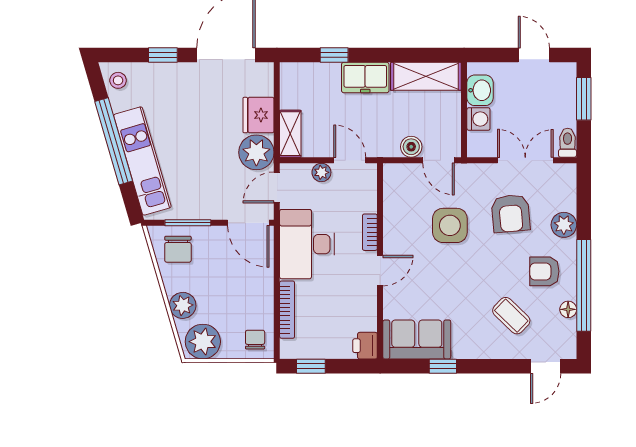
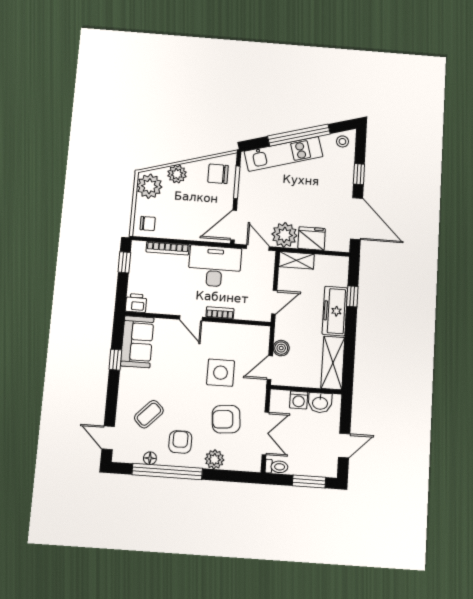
freezer: (365, 78) -> (335, 311), width x1.40
plant: (321, 172) -> (267, 281), removed

